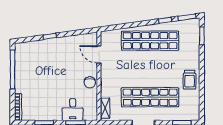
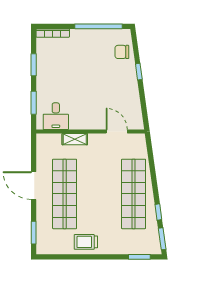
door: (99, 55) -> (117, 132), hinge flipped
chair: (90, 82) -> (122, 52), moved
shelving: (105, 108) -> (75, 139), moved
desk: (73, 110) -> (56, 116), moved, turned -90

